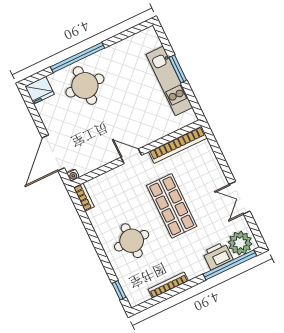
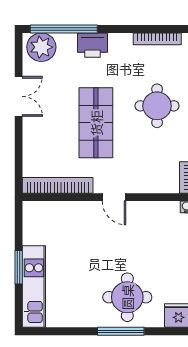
window: (78, 57) -> (121, 331), width x0.68
kitchen unit: (169, 81) -> (34, 287), moved
printer: (218, 256) -> (92, 45), moved
bookcase: (168, 285) -> (157, 39), moved

